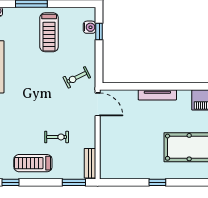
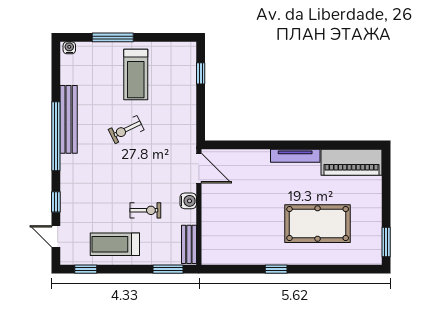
water cooler: (90, 27) -> (188, 201), moved
exercise bike: (77, 77) -> (126, 130), moved
tv unit: (157, 95) -> (295, 156), moved

